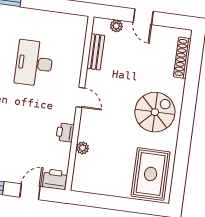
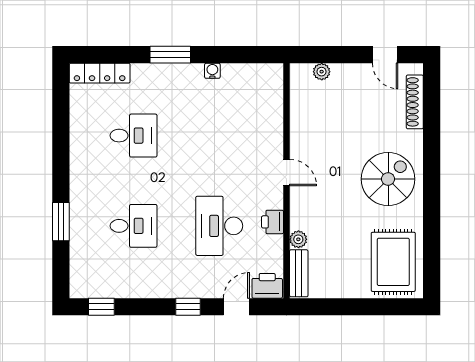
water cooler: (35, 15) -> (212, 71), added
door: (143, 17) -> (385, 55), moved
bench: (96, 52) -> (299, 273), moved
desk: (34, 63) -> (219, 226), moved

